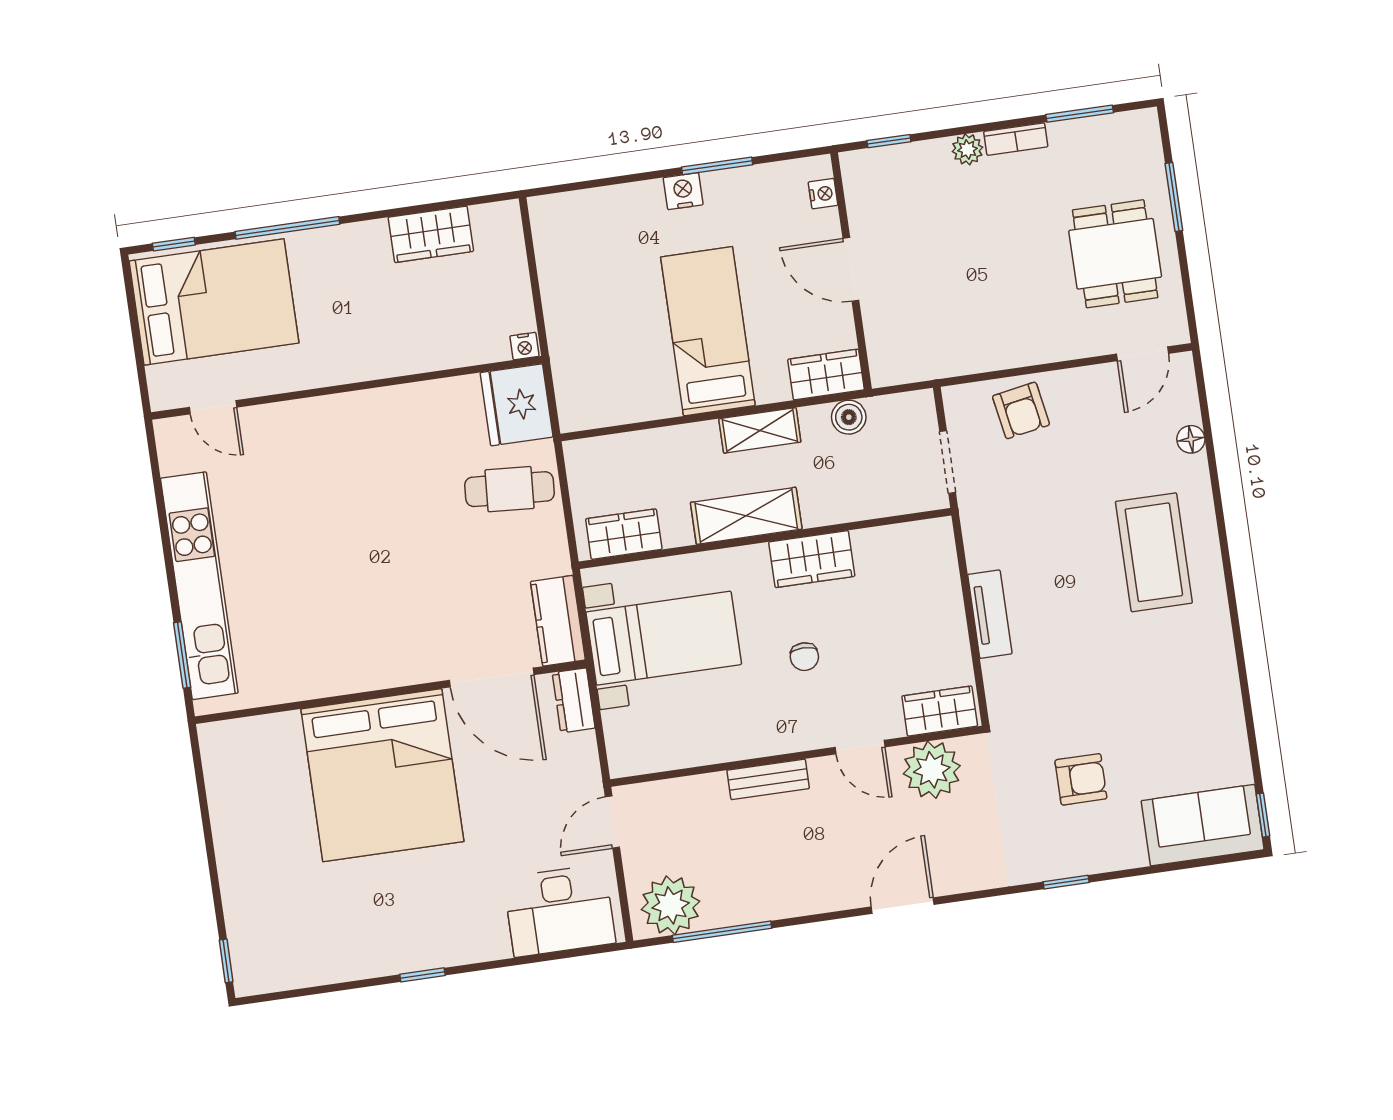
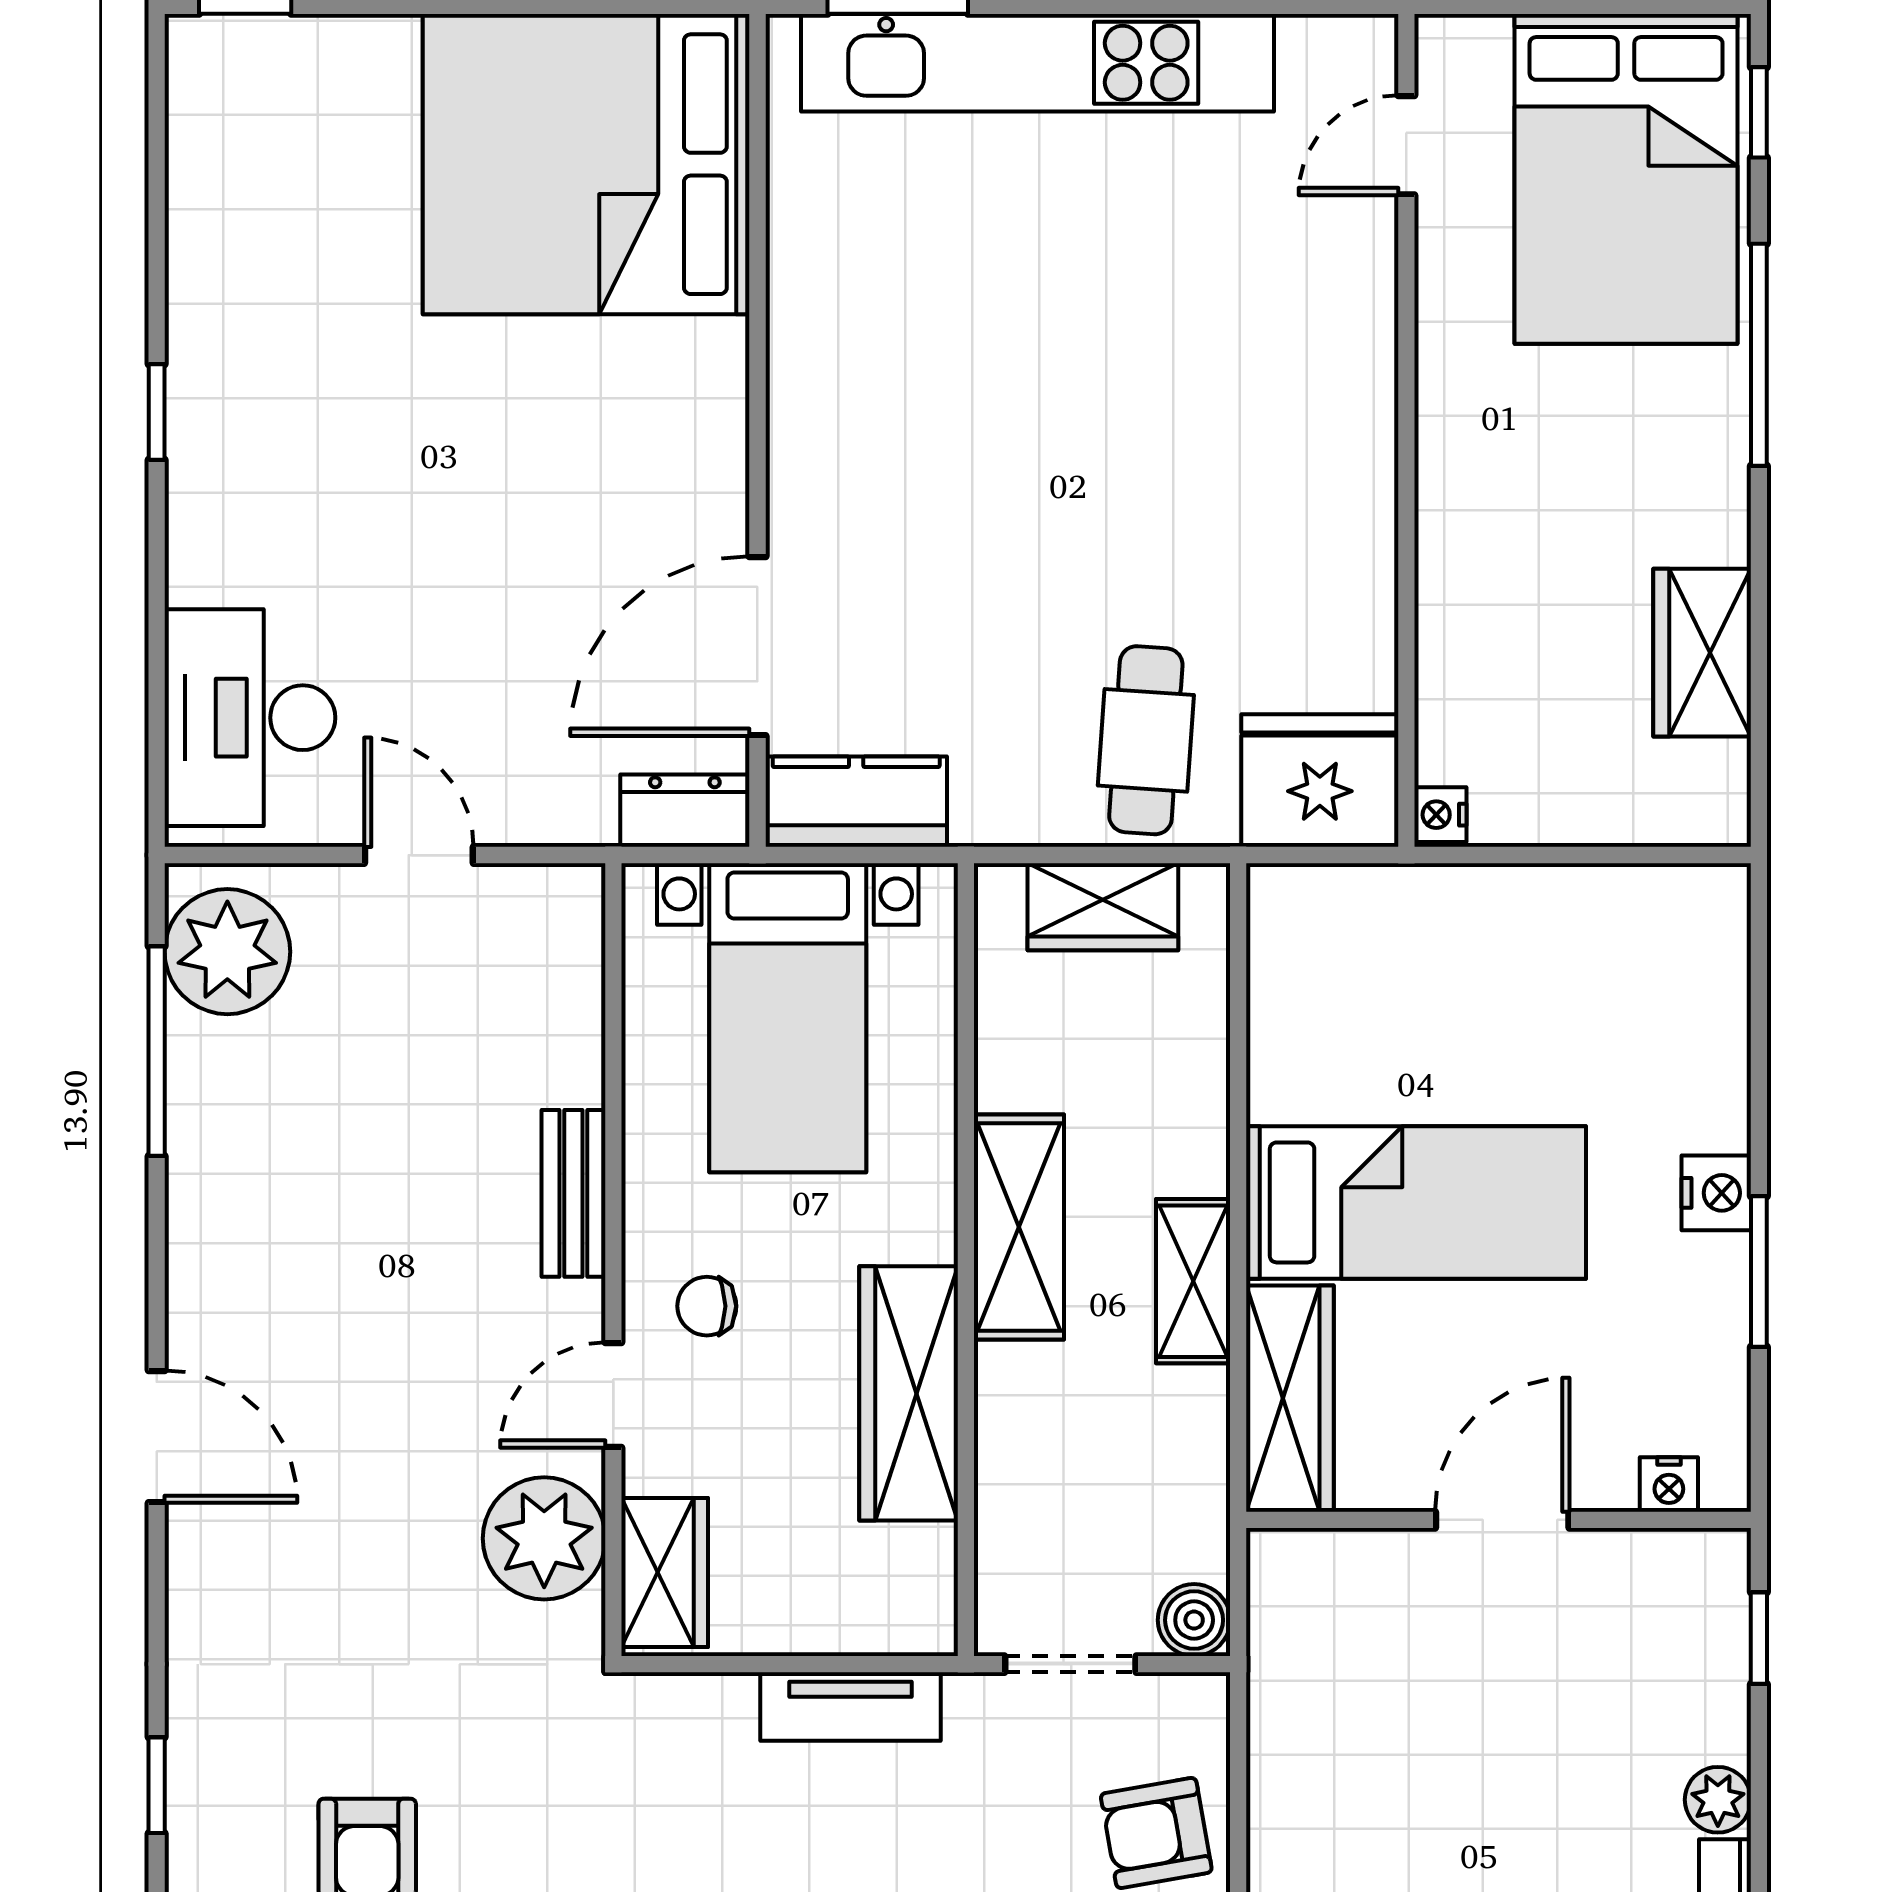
wardrobe: (826, 375) -> (1290, 1399), width x1.50
boiler: (849, 417) -> (1194, 1620), moved
wardrobe: (624, 534) -> (1103, 907), moved, turned 90
wardrobe: (812, 559) -> (909, 1393), width x1.50
tv unit: (990, 614) -> (851, 1706), moved
wardrobe: (940, 711) -> (665, 1573), moved
door: (860, 747) -> (613, 1395), moved
wall: (796, 756) -> (613, 1260), moved
plant: (932, 770) -> (544, 1538), moved
bed: (382, 775) -> (586, 164), moved
bench: (768, 779) -> (573, 1193), moved

